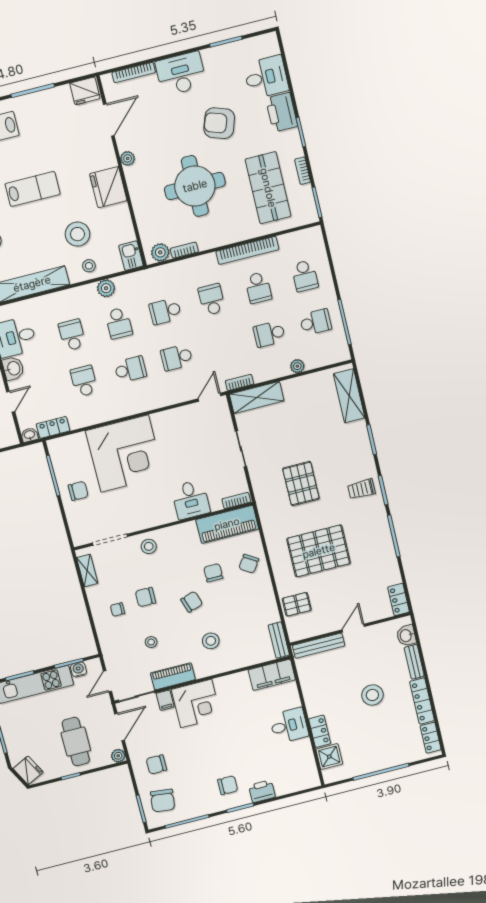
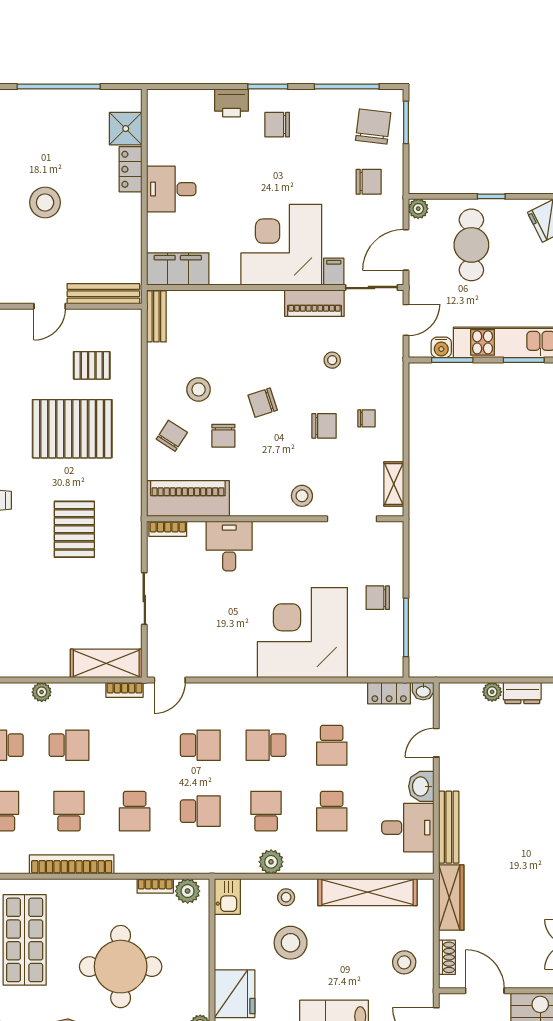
pallet: (297, 604) -> (92, 365), moved
stool: (211, 641) -> (199, 389), moved
corner desk: (196, 703) -> (281, 245), width x1.36, depth x1.36

